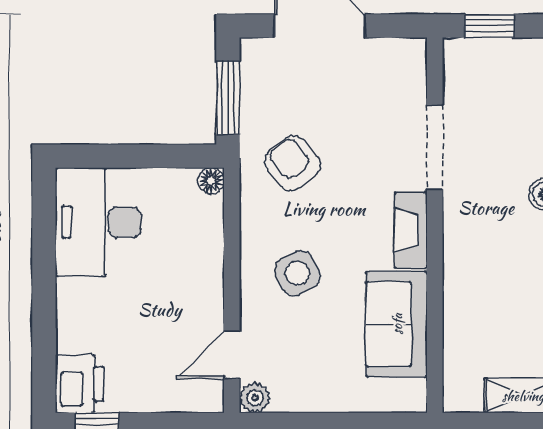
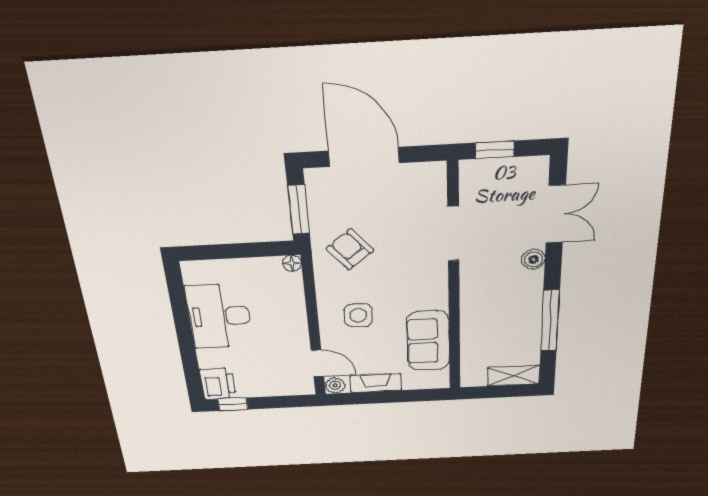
desk: (98, 222) -> (219, 316), moved
fireplace: (411, 230) -> (376, 383), moved, turned 90
side table: (297, 273) -> (358, 315), turned 32
door: (232, 355) -> (317, 363), swing flipped

